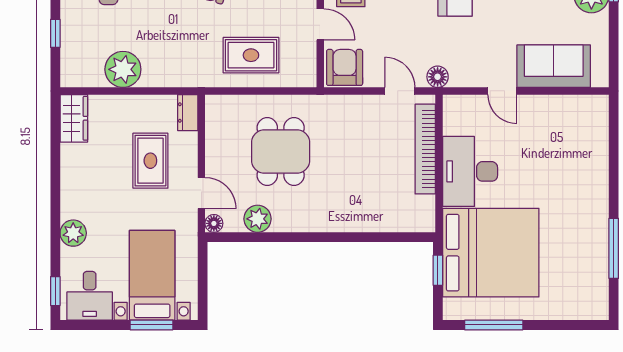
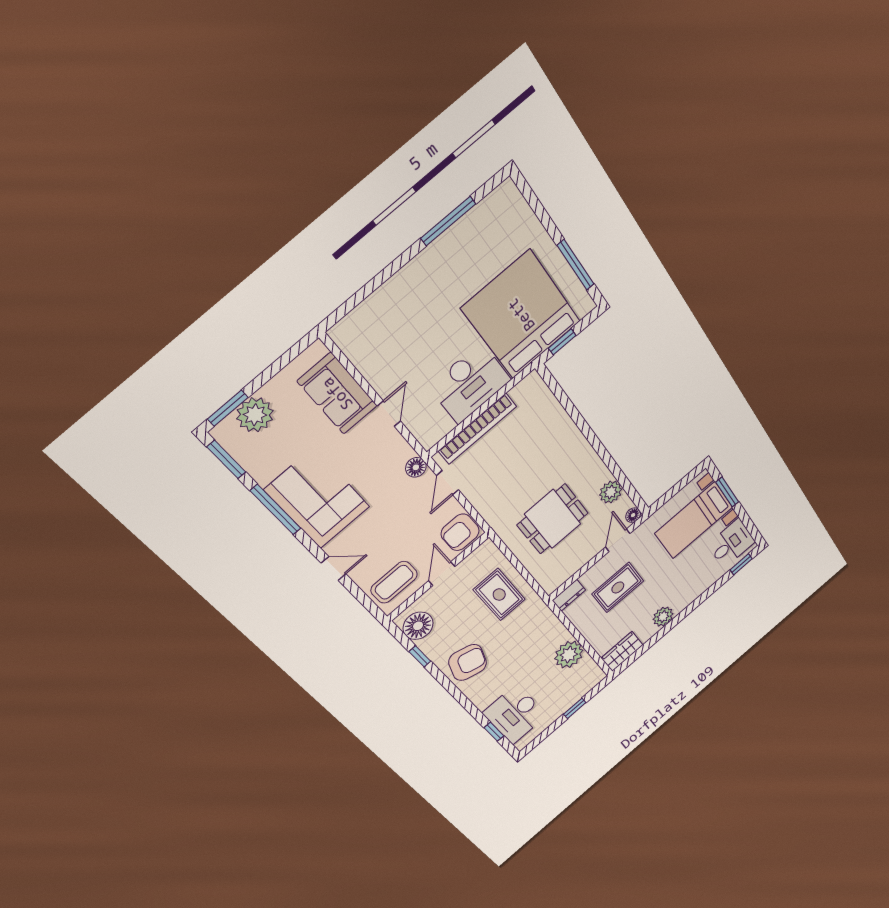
plant: (73, 233) -> (663, 617), moved

